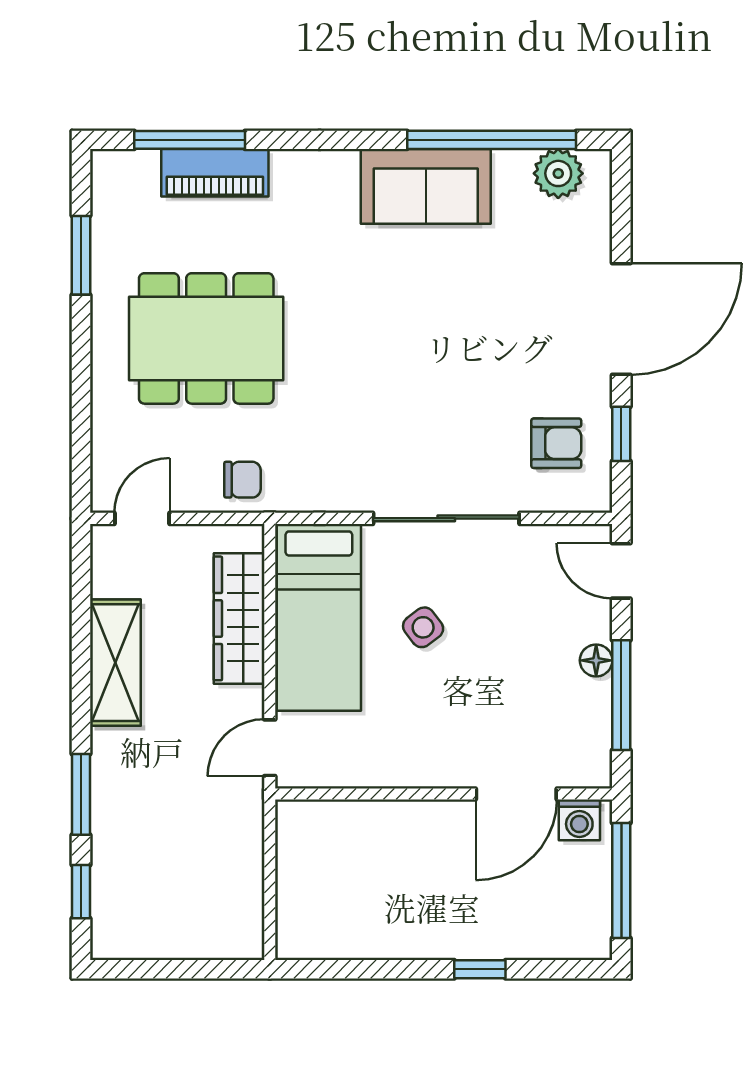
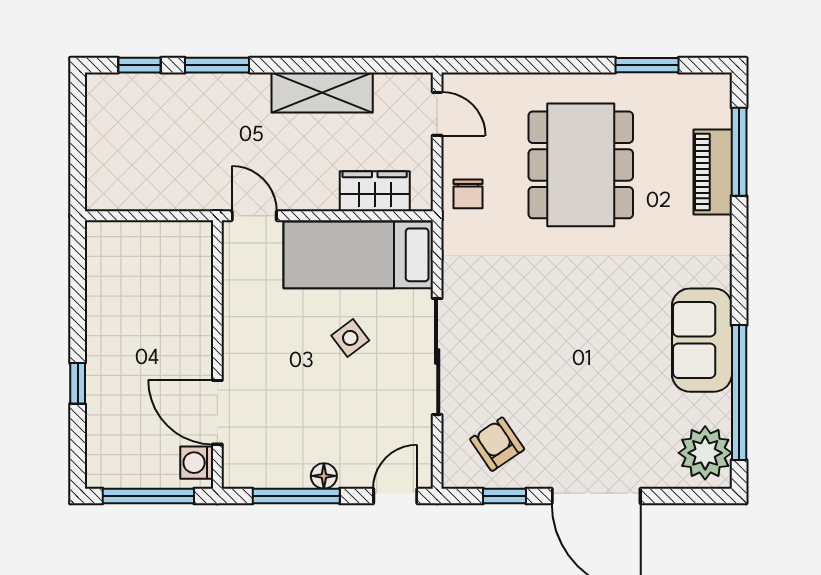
plant: (558, 173) -> (705, 453), width x1.36, depth x1.36
armchair: (556, 443) -> (497, 444), turned 146
wardrobe: (239, 618) -> (375, 191), width x0.67

